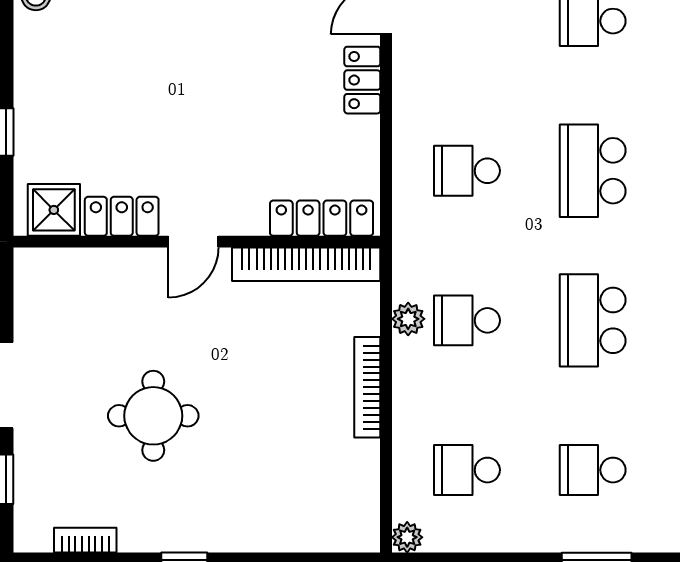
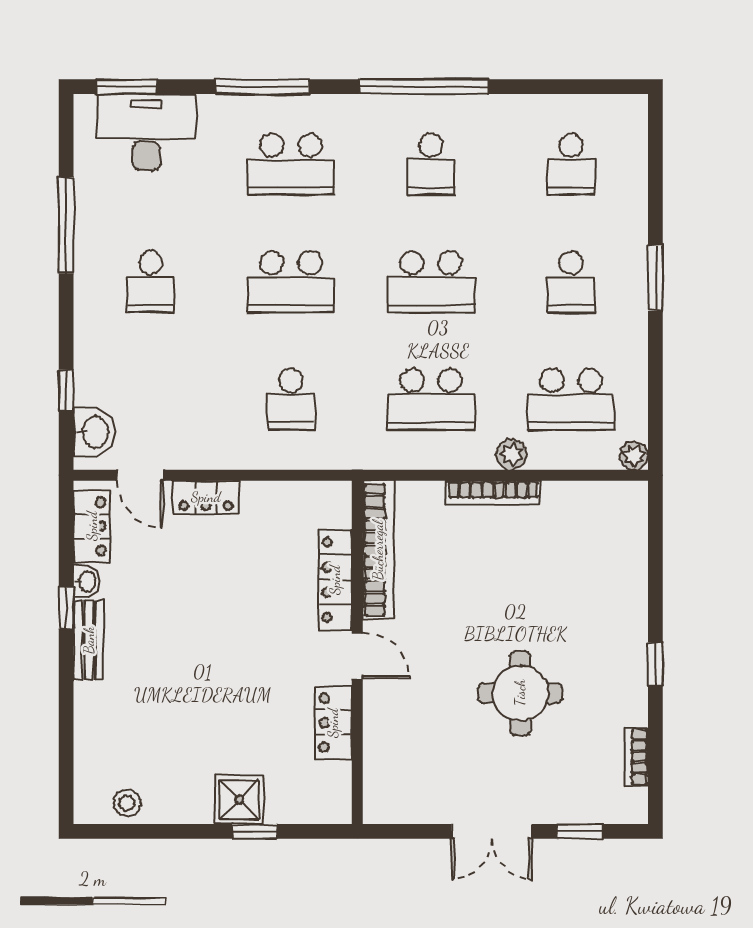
shower: (54, 210) -> (239, 800), moved
locker: (322, 218) -> (335, 580), moved
plant: (408, 319) -> (511, 454), moved
school desk: (467, 320) -> (431, 399), width x1.85
school desk: (467, 470) -> (571, 399), width x1.85

